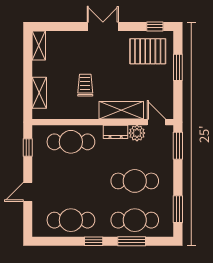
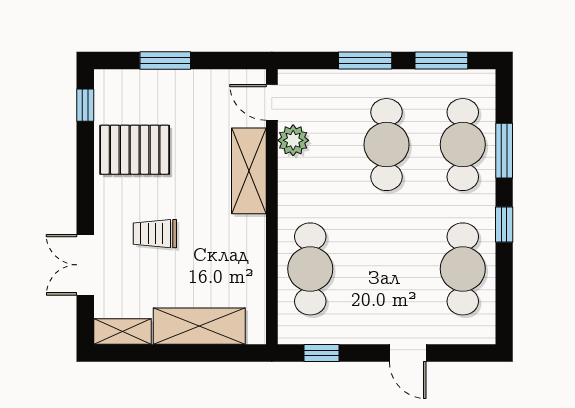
double door: (103, 26) -> (85, 265), moved
pallet: (148, 51) -> (135, 150), moved, turned 90
trolley: (85, 85) -> (155, 234), moved
shelving: (39, 93) -> (199, 326), width x1.50, depth x1.33
door: (156, 122) -> (272, 102), hinge flipped
dresser: (116, 132) -> (291, 182), removed
window: (178, 146) -> (365, 60), moved

